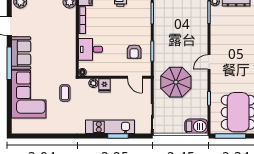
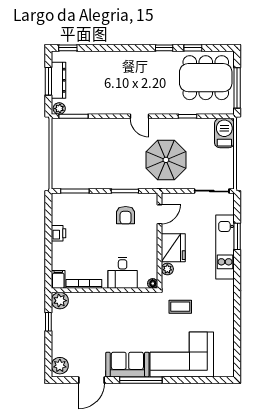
armchair: (134, 52) -> (126, 215), turned 90
fridge: (104, 85) -> (173, 248), width x1.88, depth x1.34

